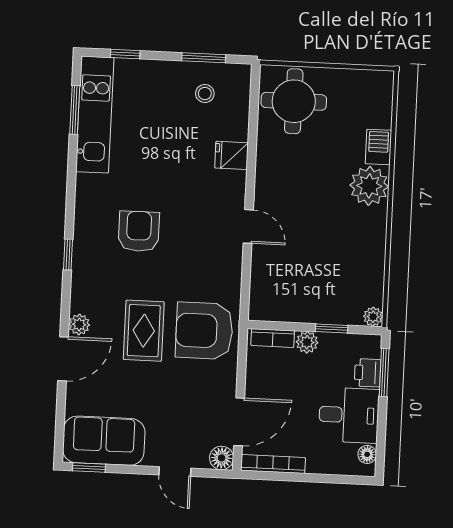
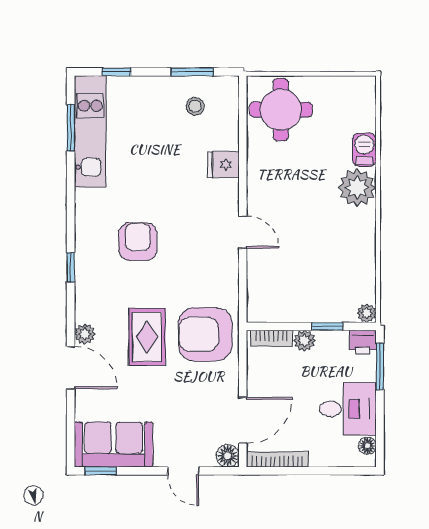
door: (63, 359) -> (71, 368), hinge flipped
printer: (367, 373) -> (363, 342), moved, turned -90

